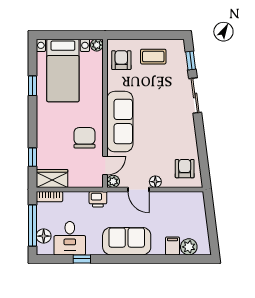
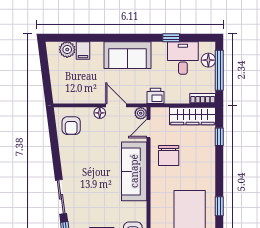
wardrobe: (52, 178) -> (193, 116), width x1.50

